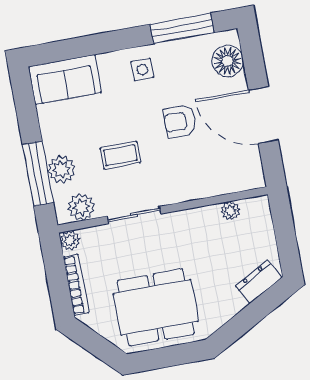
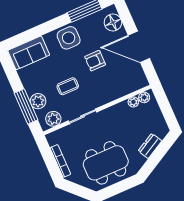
side table: (142, 70) -> (69, 38), width x1.87, depth x1.87
plant: (70, 240) -> (144, 97), moved
dresser: (258, 282) -> (150, 146), moved

